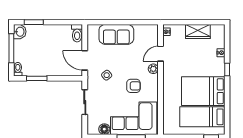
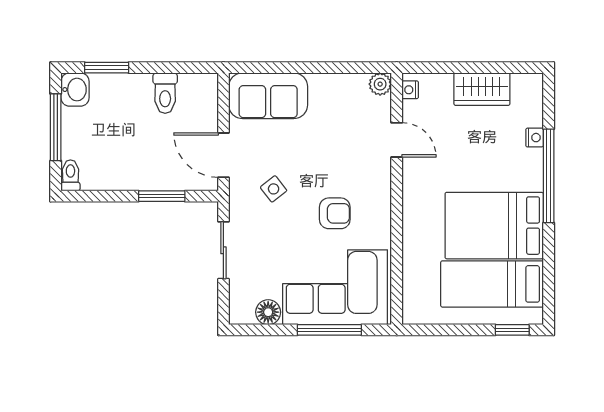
toilet: (77, 33) -> (165, 93), moved
sofa: (116, 34) -> (268, 96), moved
door: (161, 54) -> (397, 140), swing flipped
plant: (153, 69) -> (380, 84), moved
window: (227, 70) -> (549, 176), width x3.17
window: (37, 78) -> (162, 196), moved

